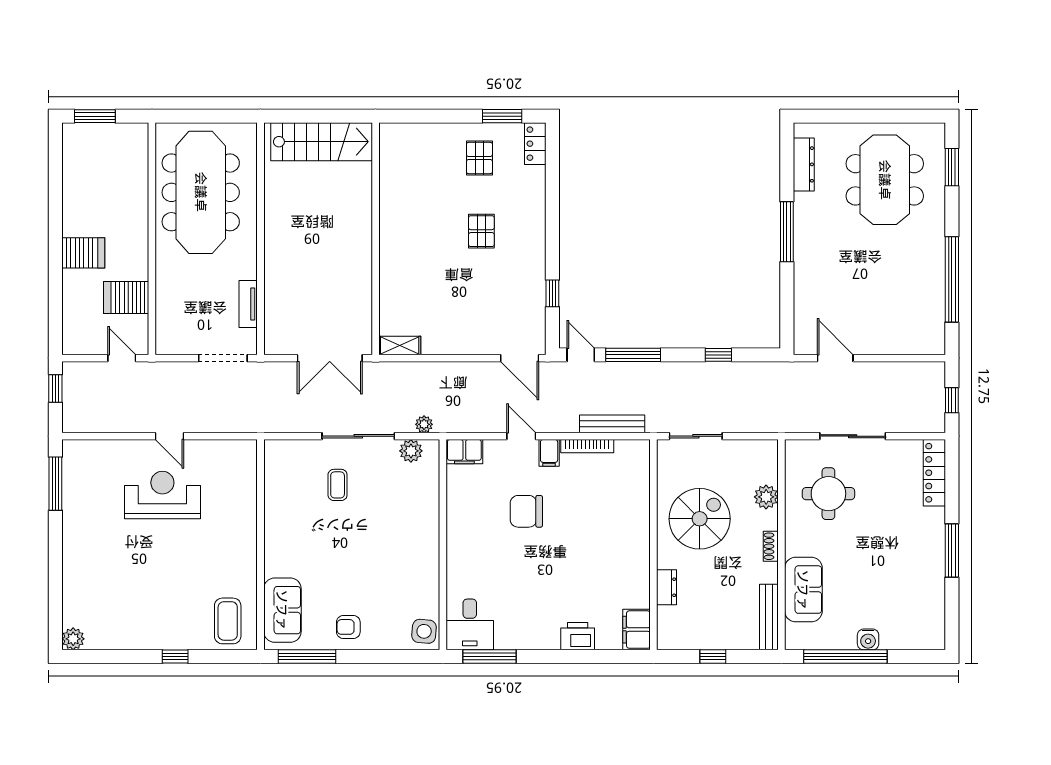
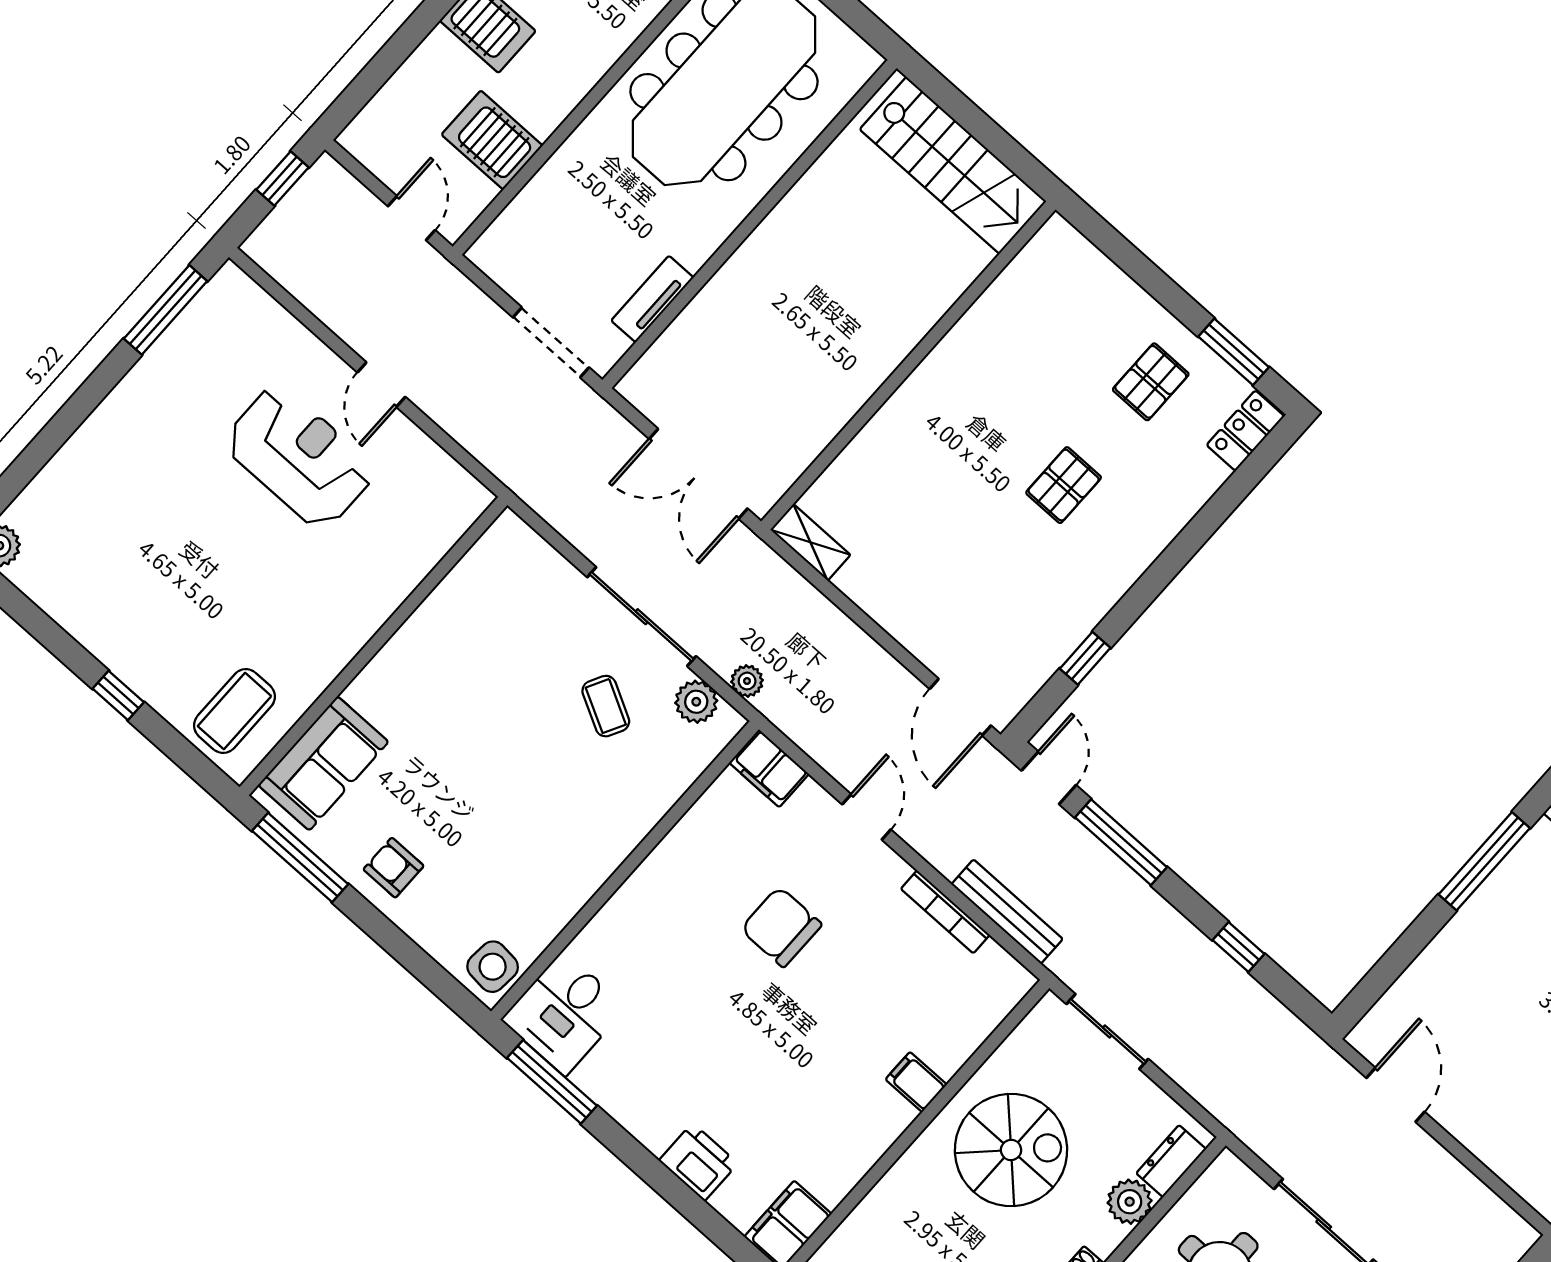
filing cabinet: (549, 453) -> (916, 1082), moved, turned 90
coffee table: (338, 485) -> (606, 706), moved, turned -62
dresser: (666, 587) -> (1171, 1161), moved, turned 180

